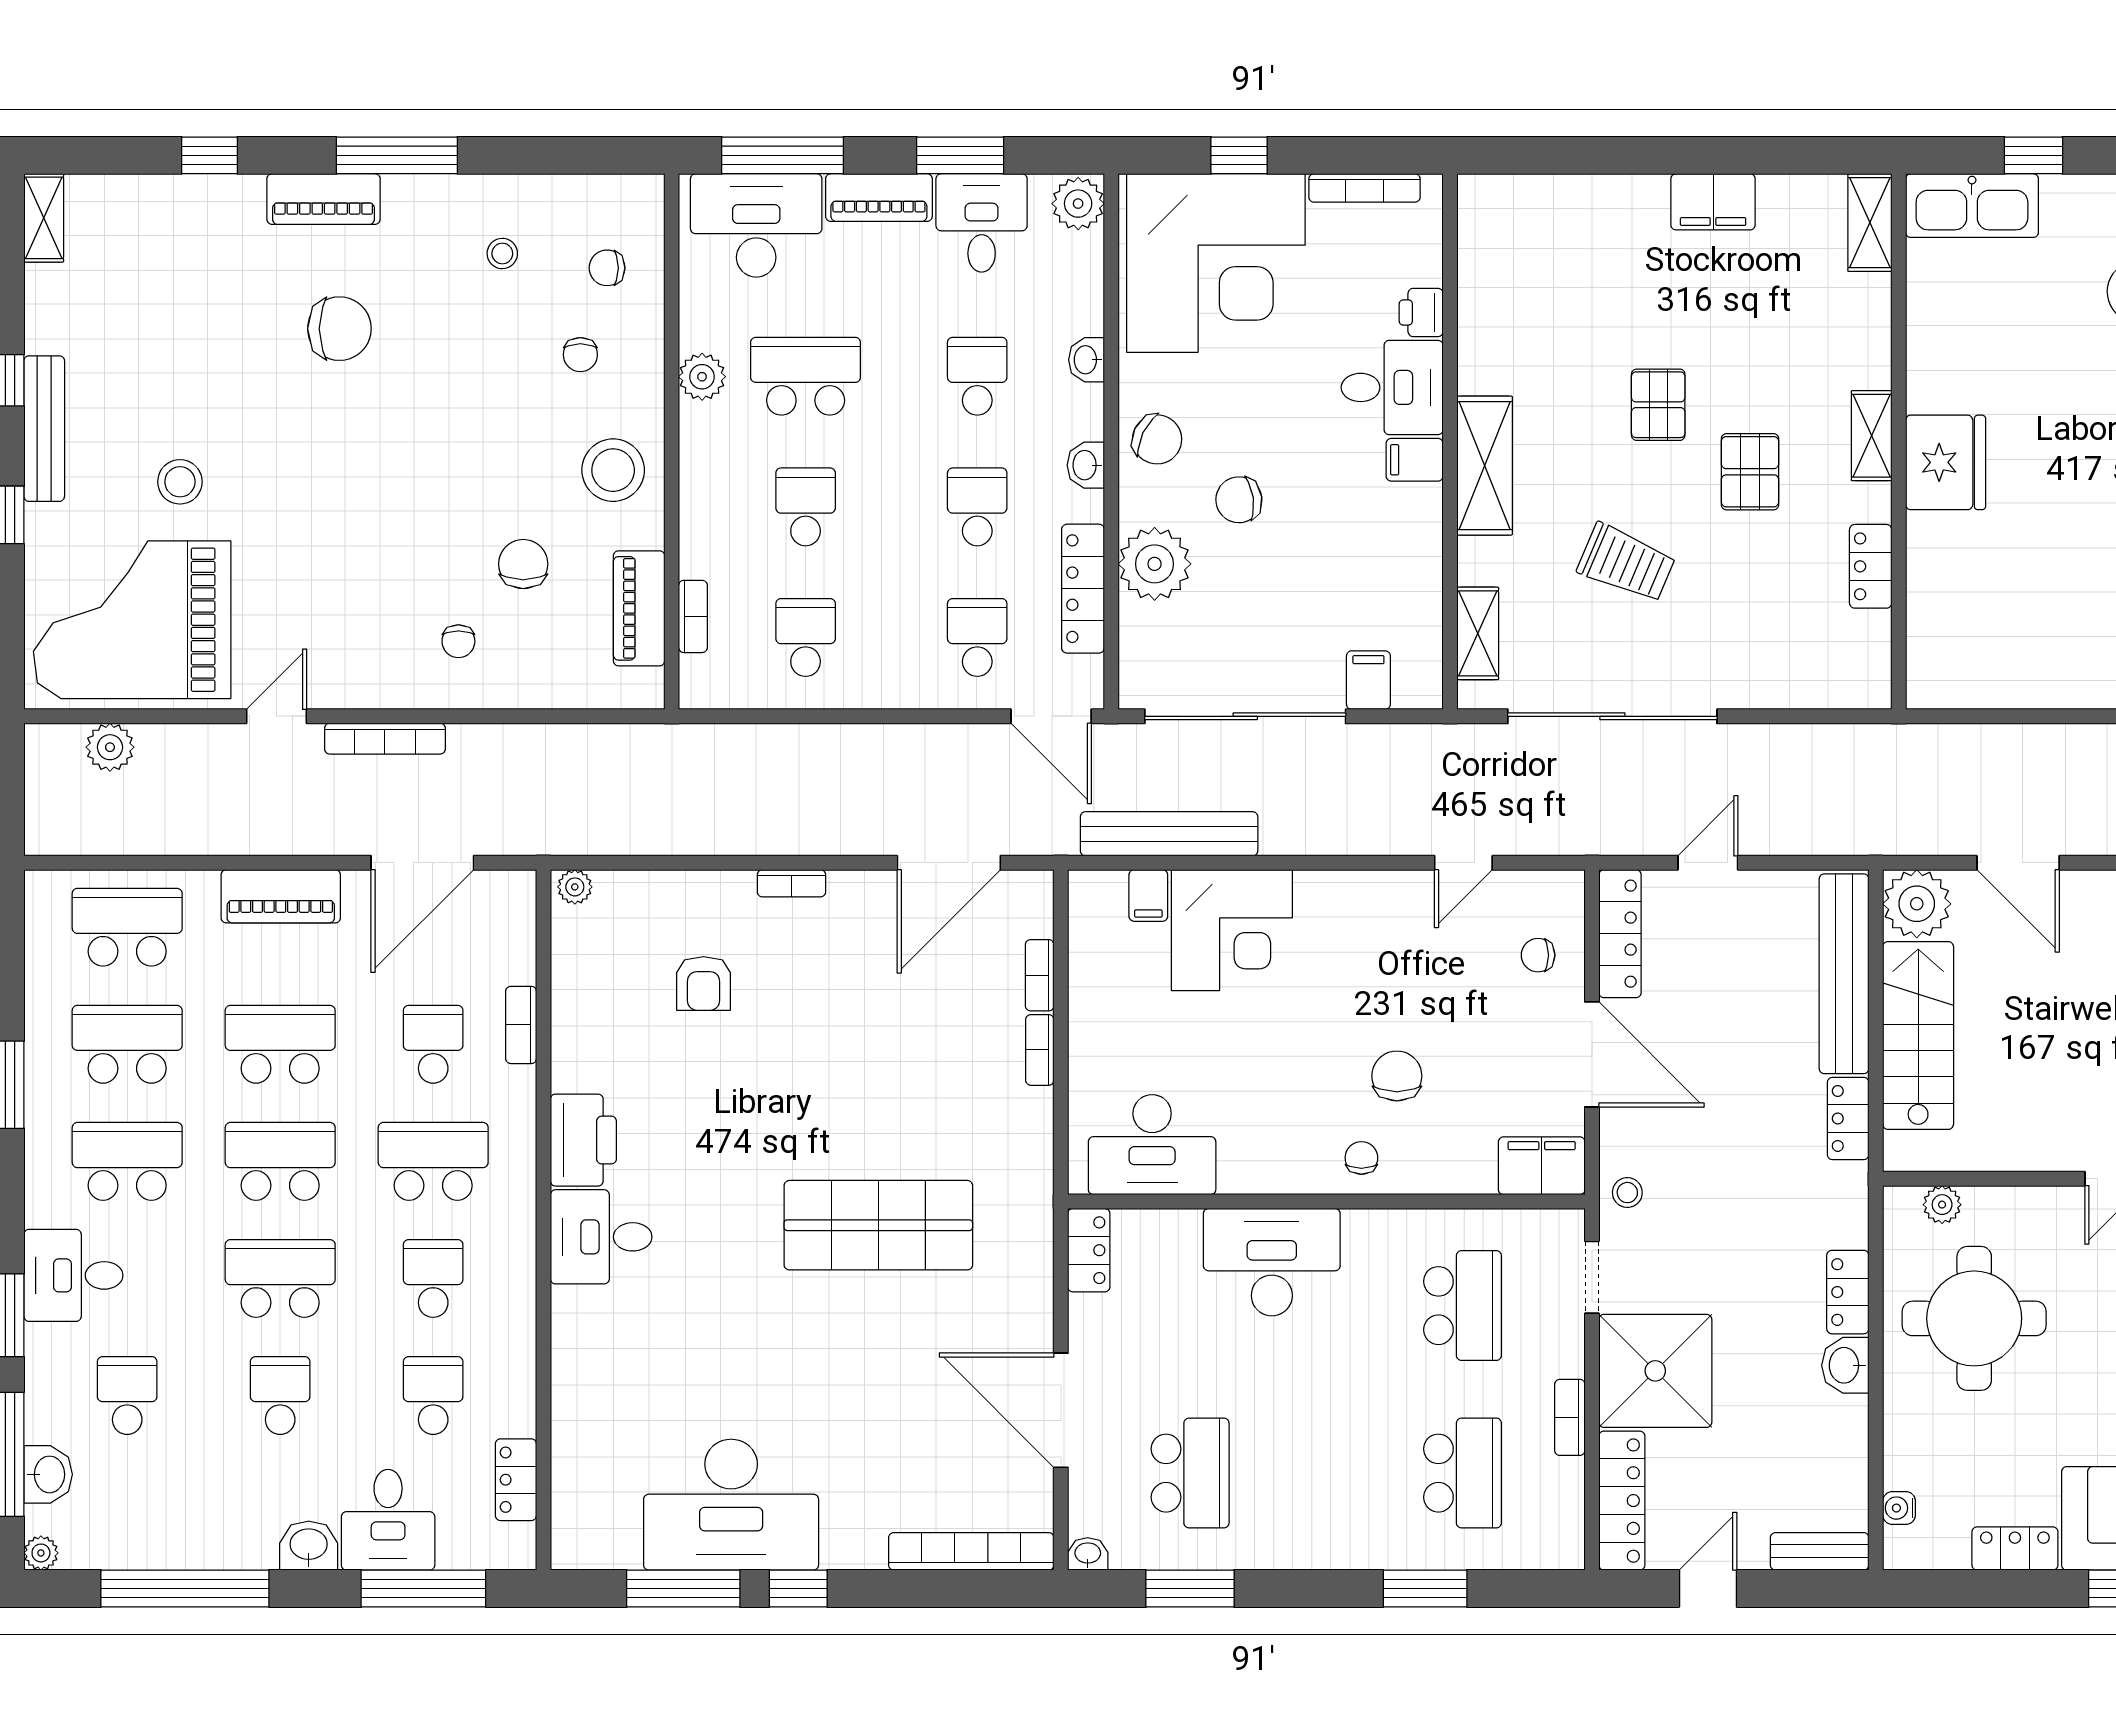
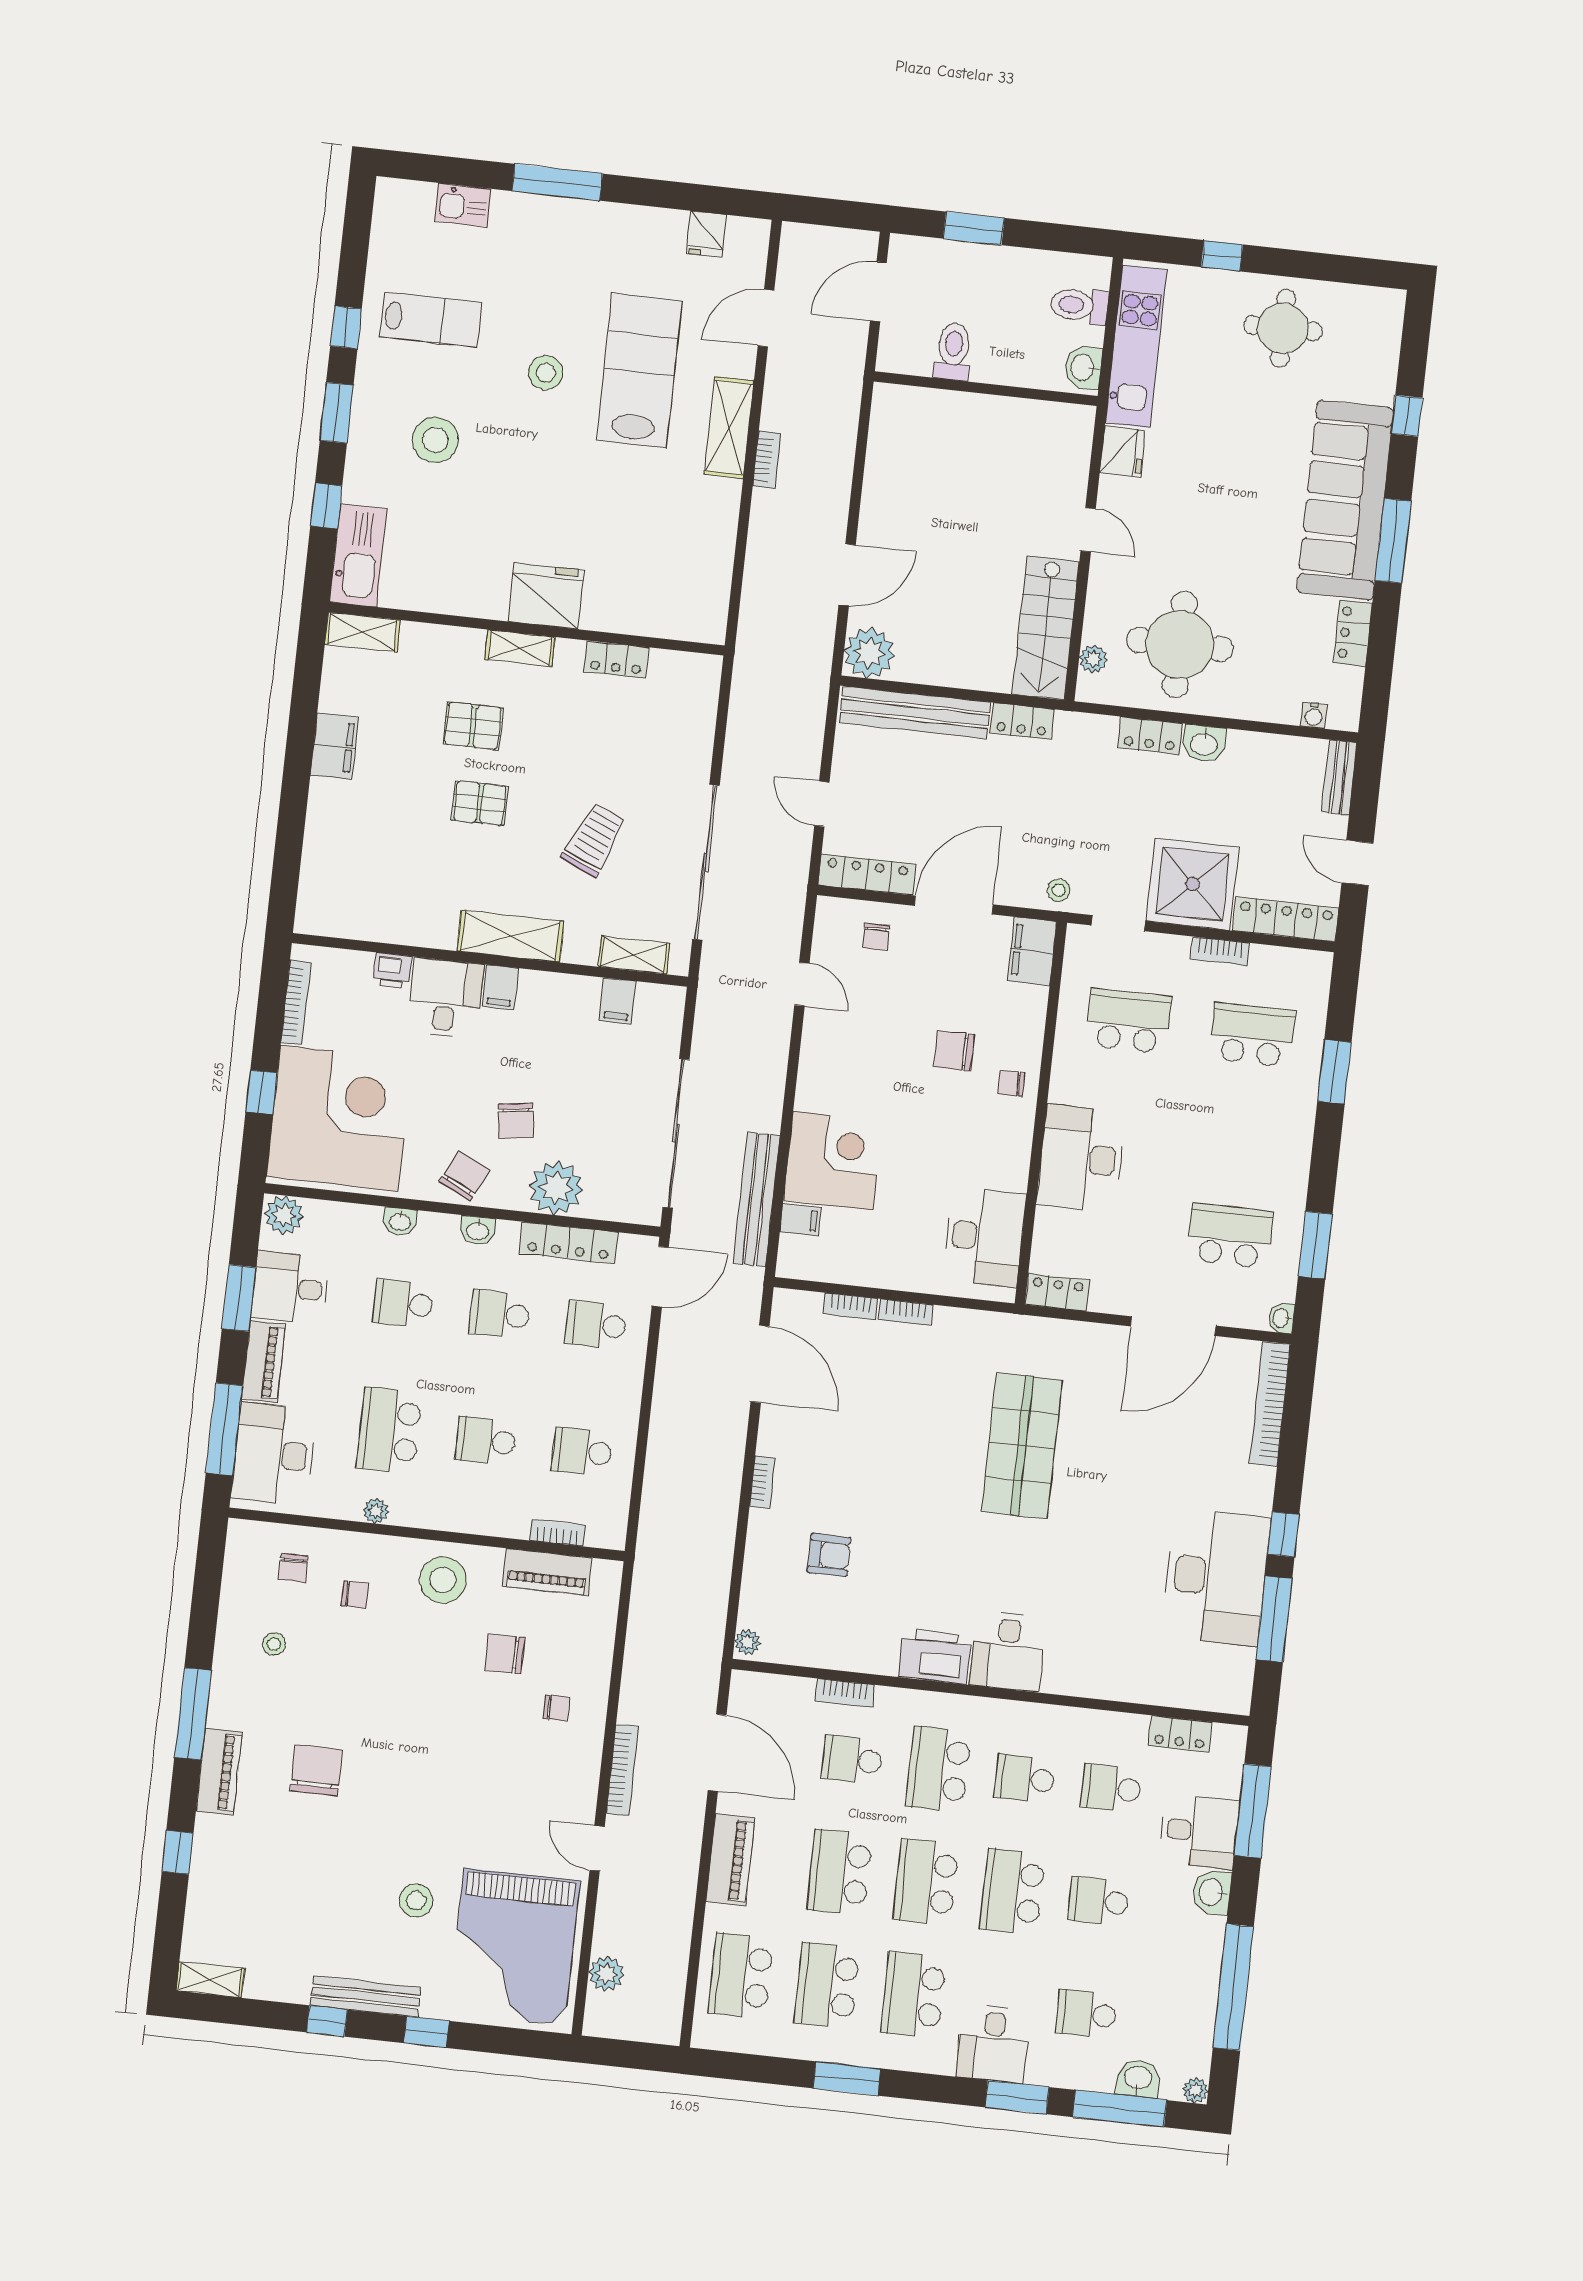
plant: (702, 377) -> (376, 1511), width x0.73, depth x0.73
pallet: (1750, 472) -> (473, 726), moved
filing cabinet: (1368, 680) -> (617, 1001), moved, turned -90
stairs: (1918, 1035) -> (1046, 628), moved, turned -90

